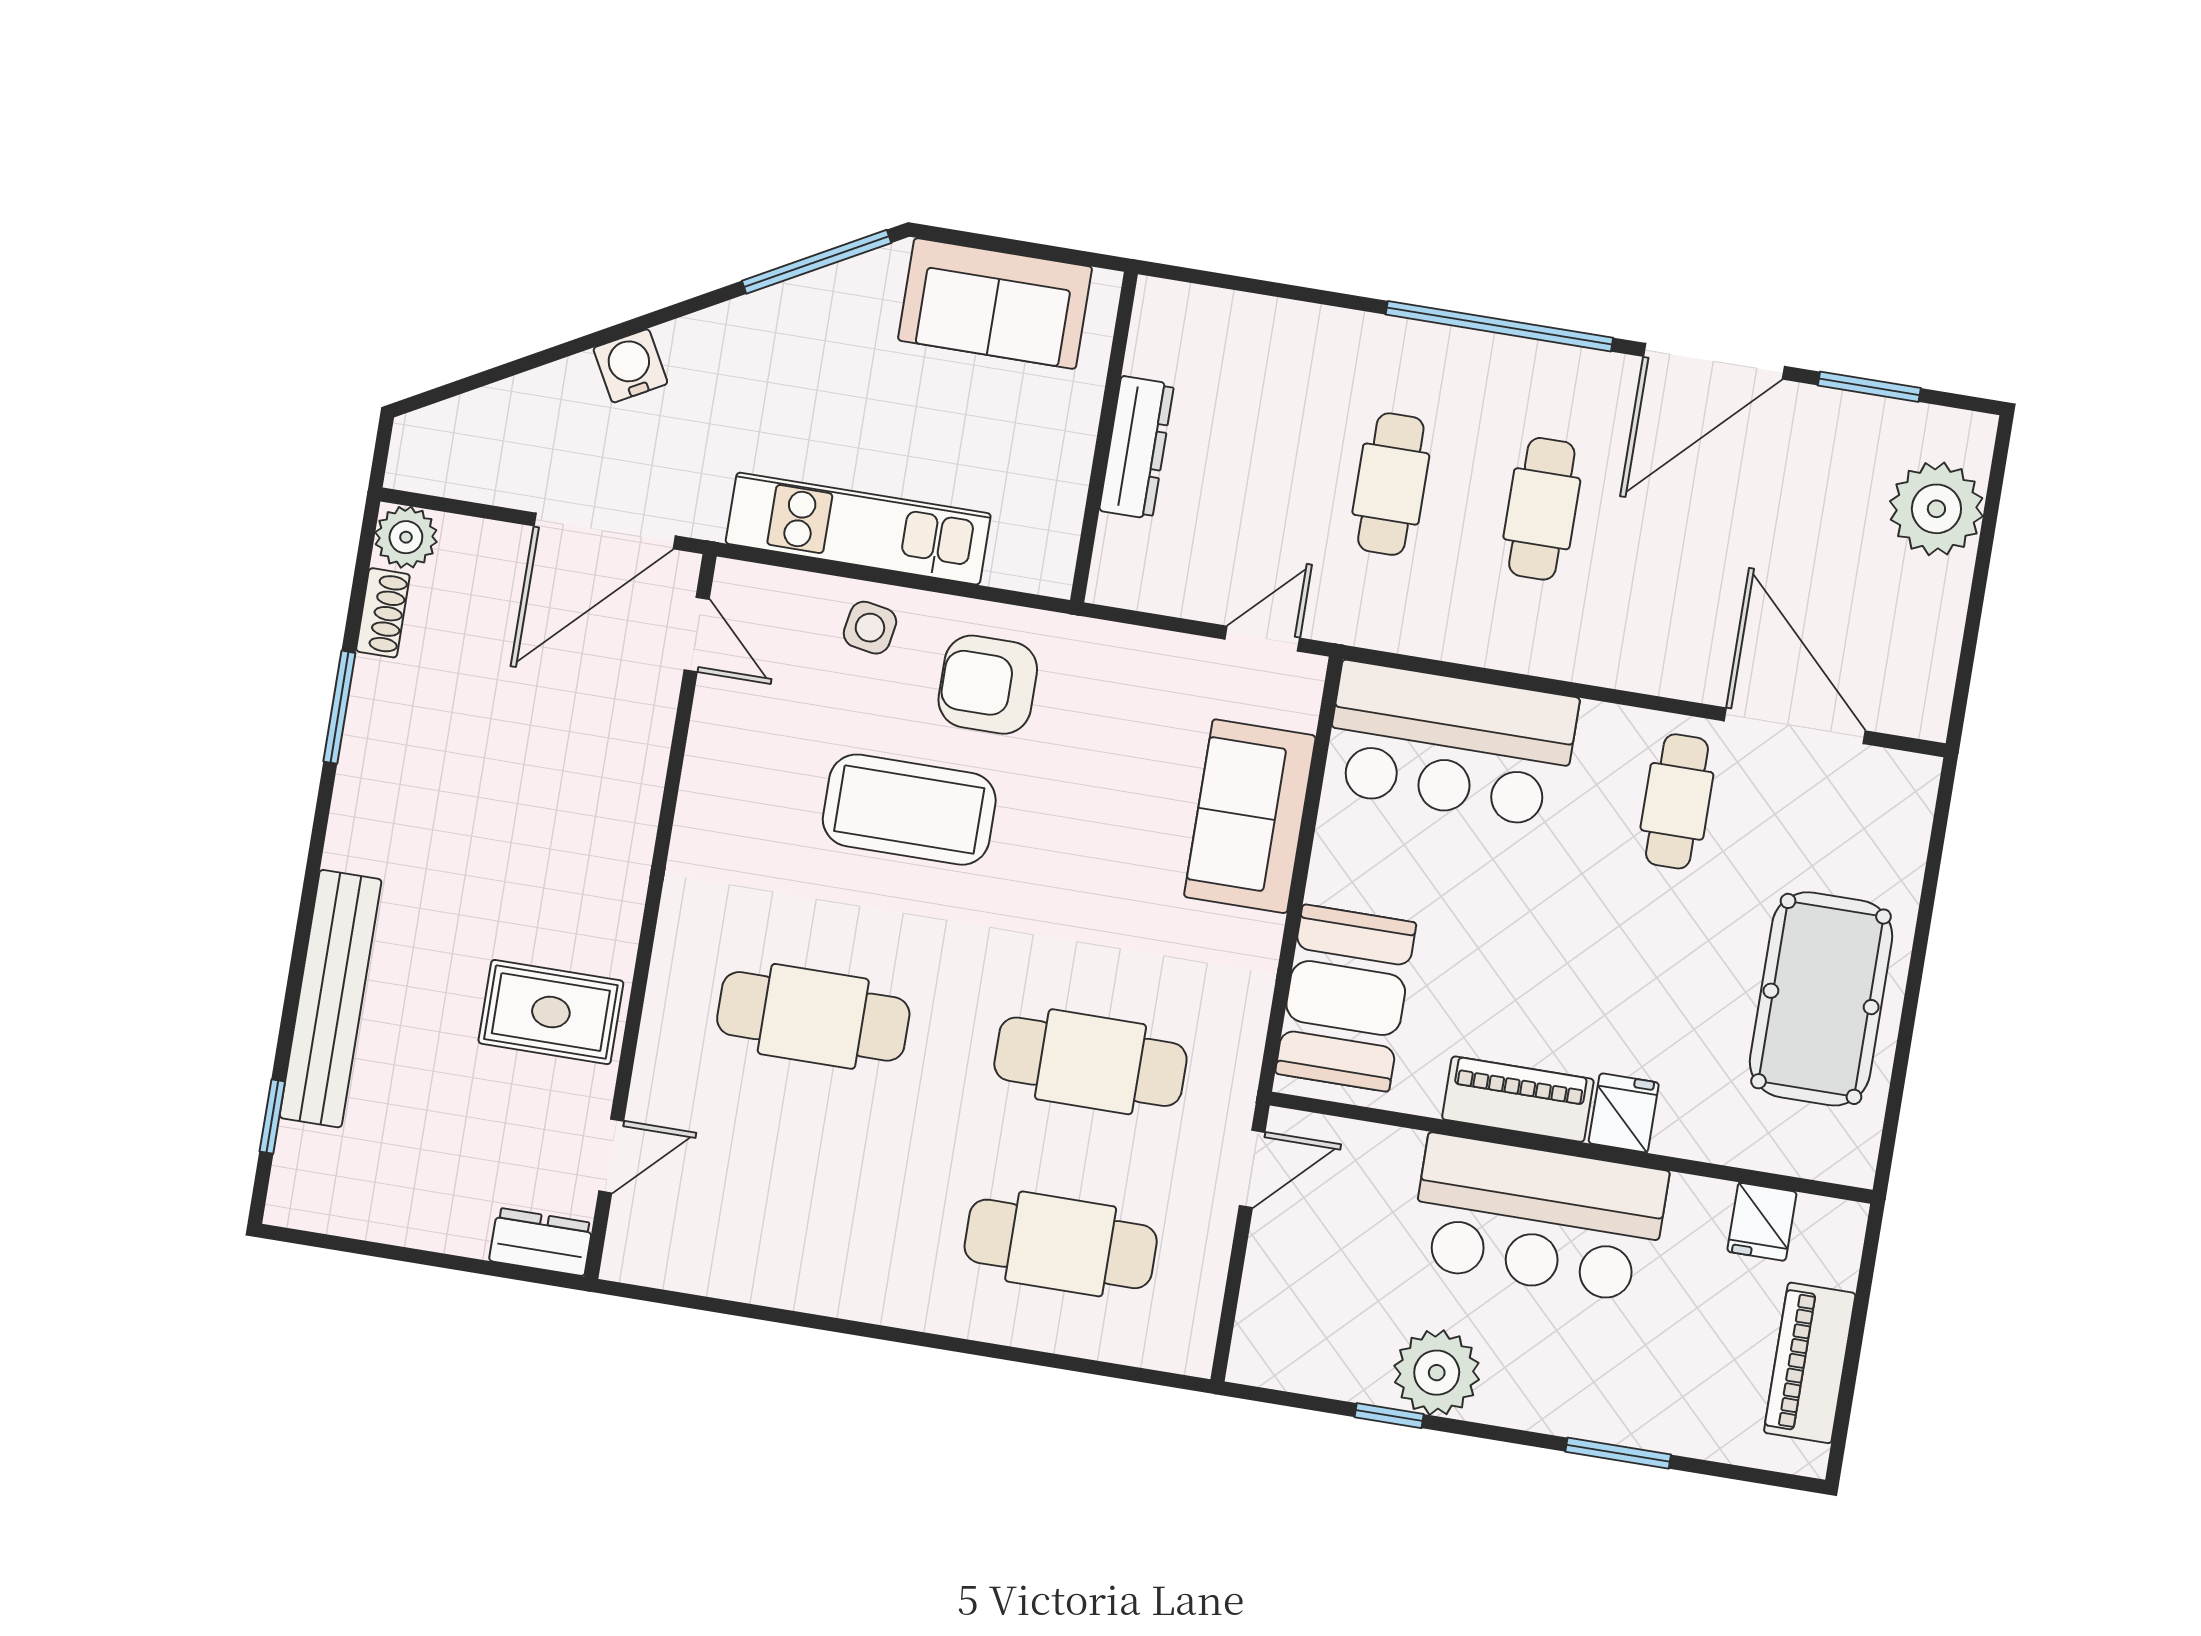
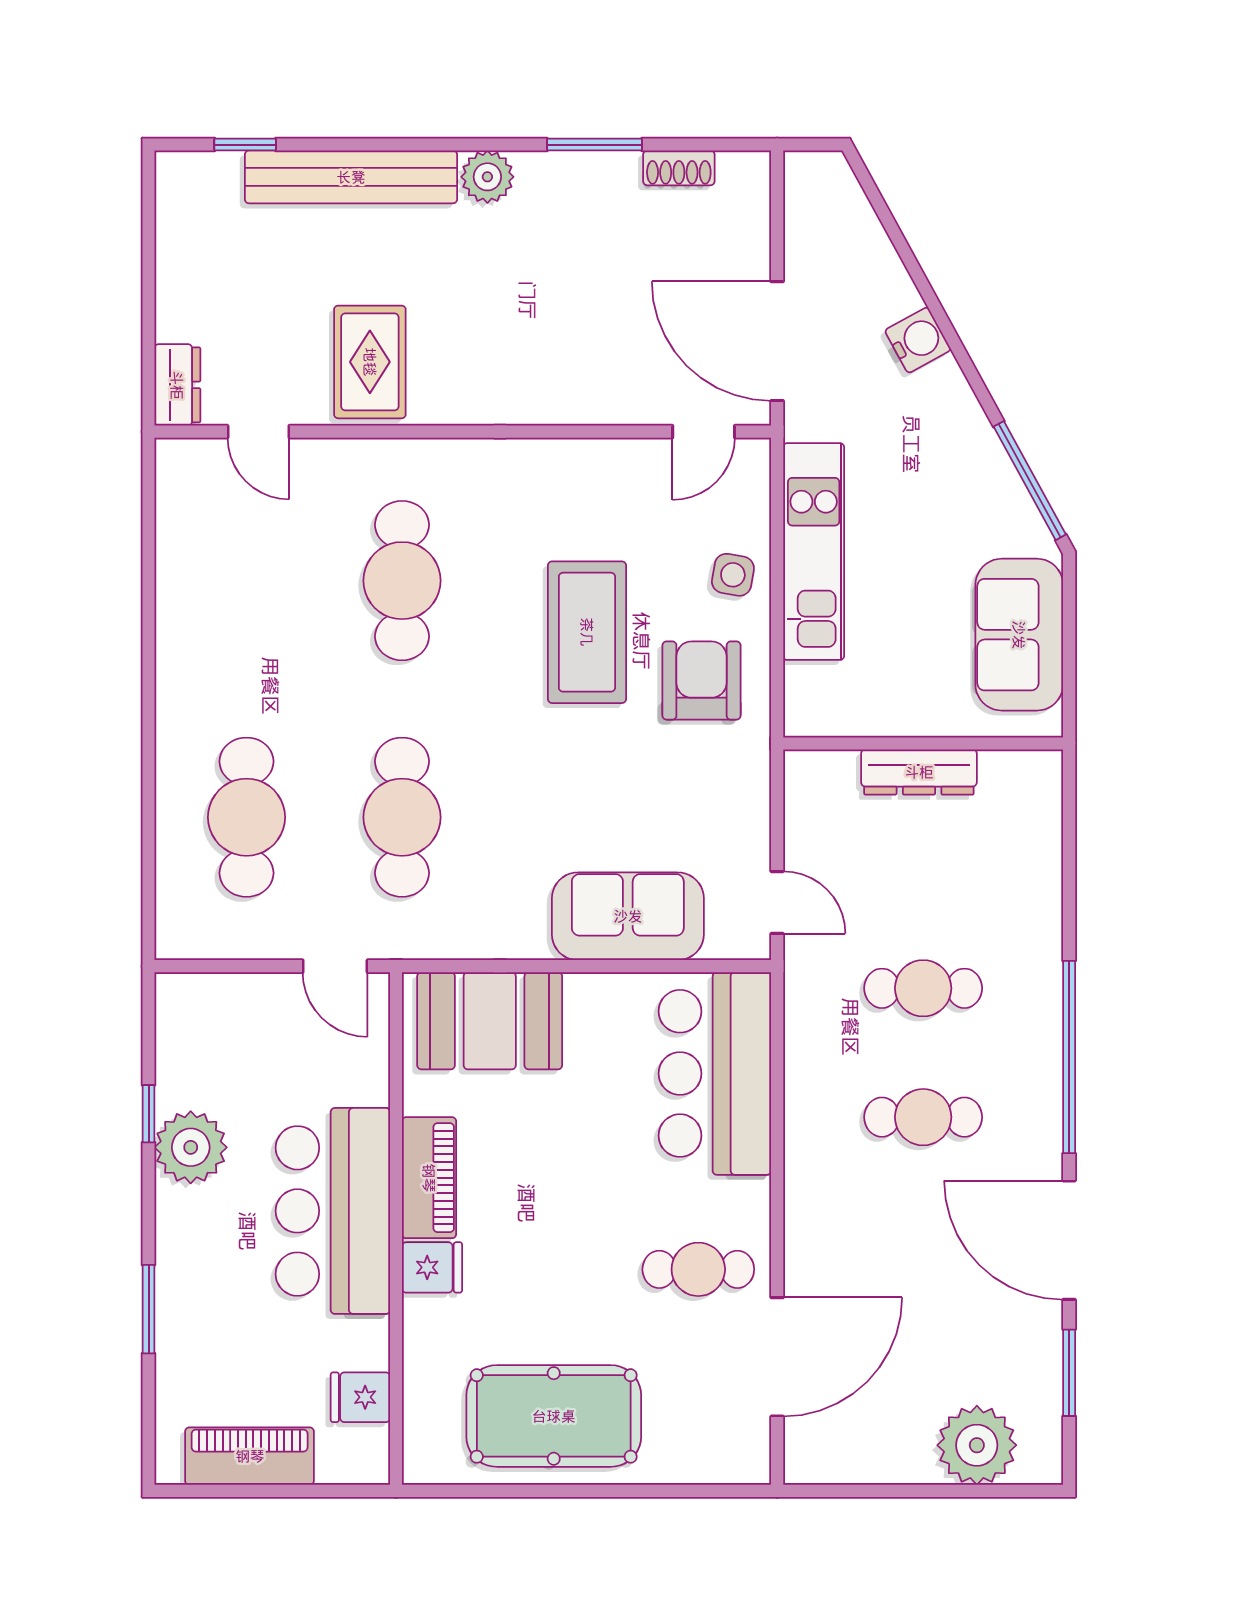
plant: (406, 537) -> (487, 177), moved

